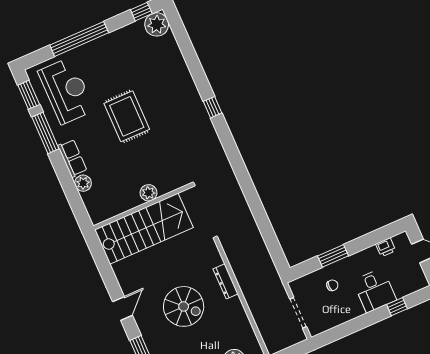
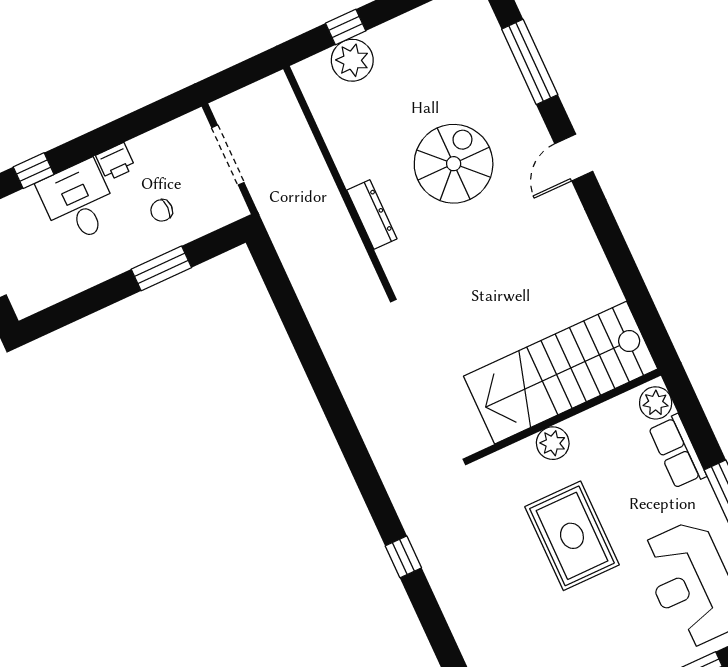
plant: (149, 193) -> (553, 443), moved
wall: (142, 207) -> (565, 416), moved
stairs: (144, 229) -> (561, 373), moved
printer: (386, 247) -> (116, 162), moved, turned 180
spiral stairs: (184, 306) -> (454, 164), turned 90

